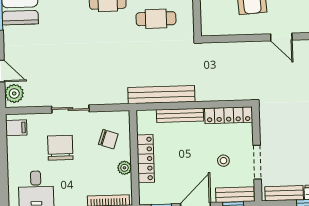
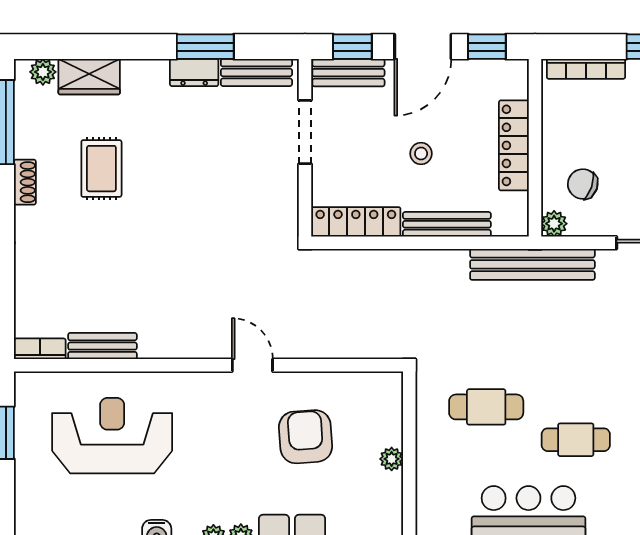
bench: (161, 95) -> (532, 264), moved
stool: (223, 161) -> (421, 154), moved
plant: (124, 168) -> (554, 224), moved

